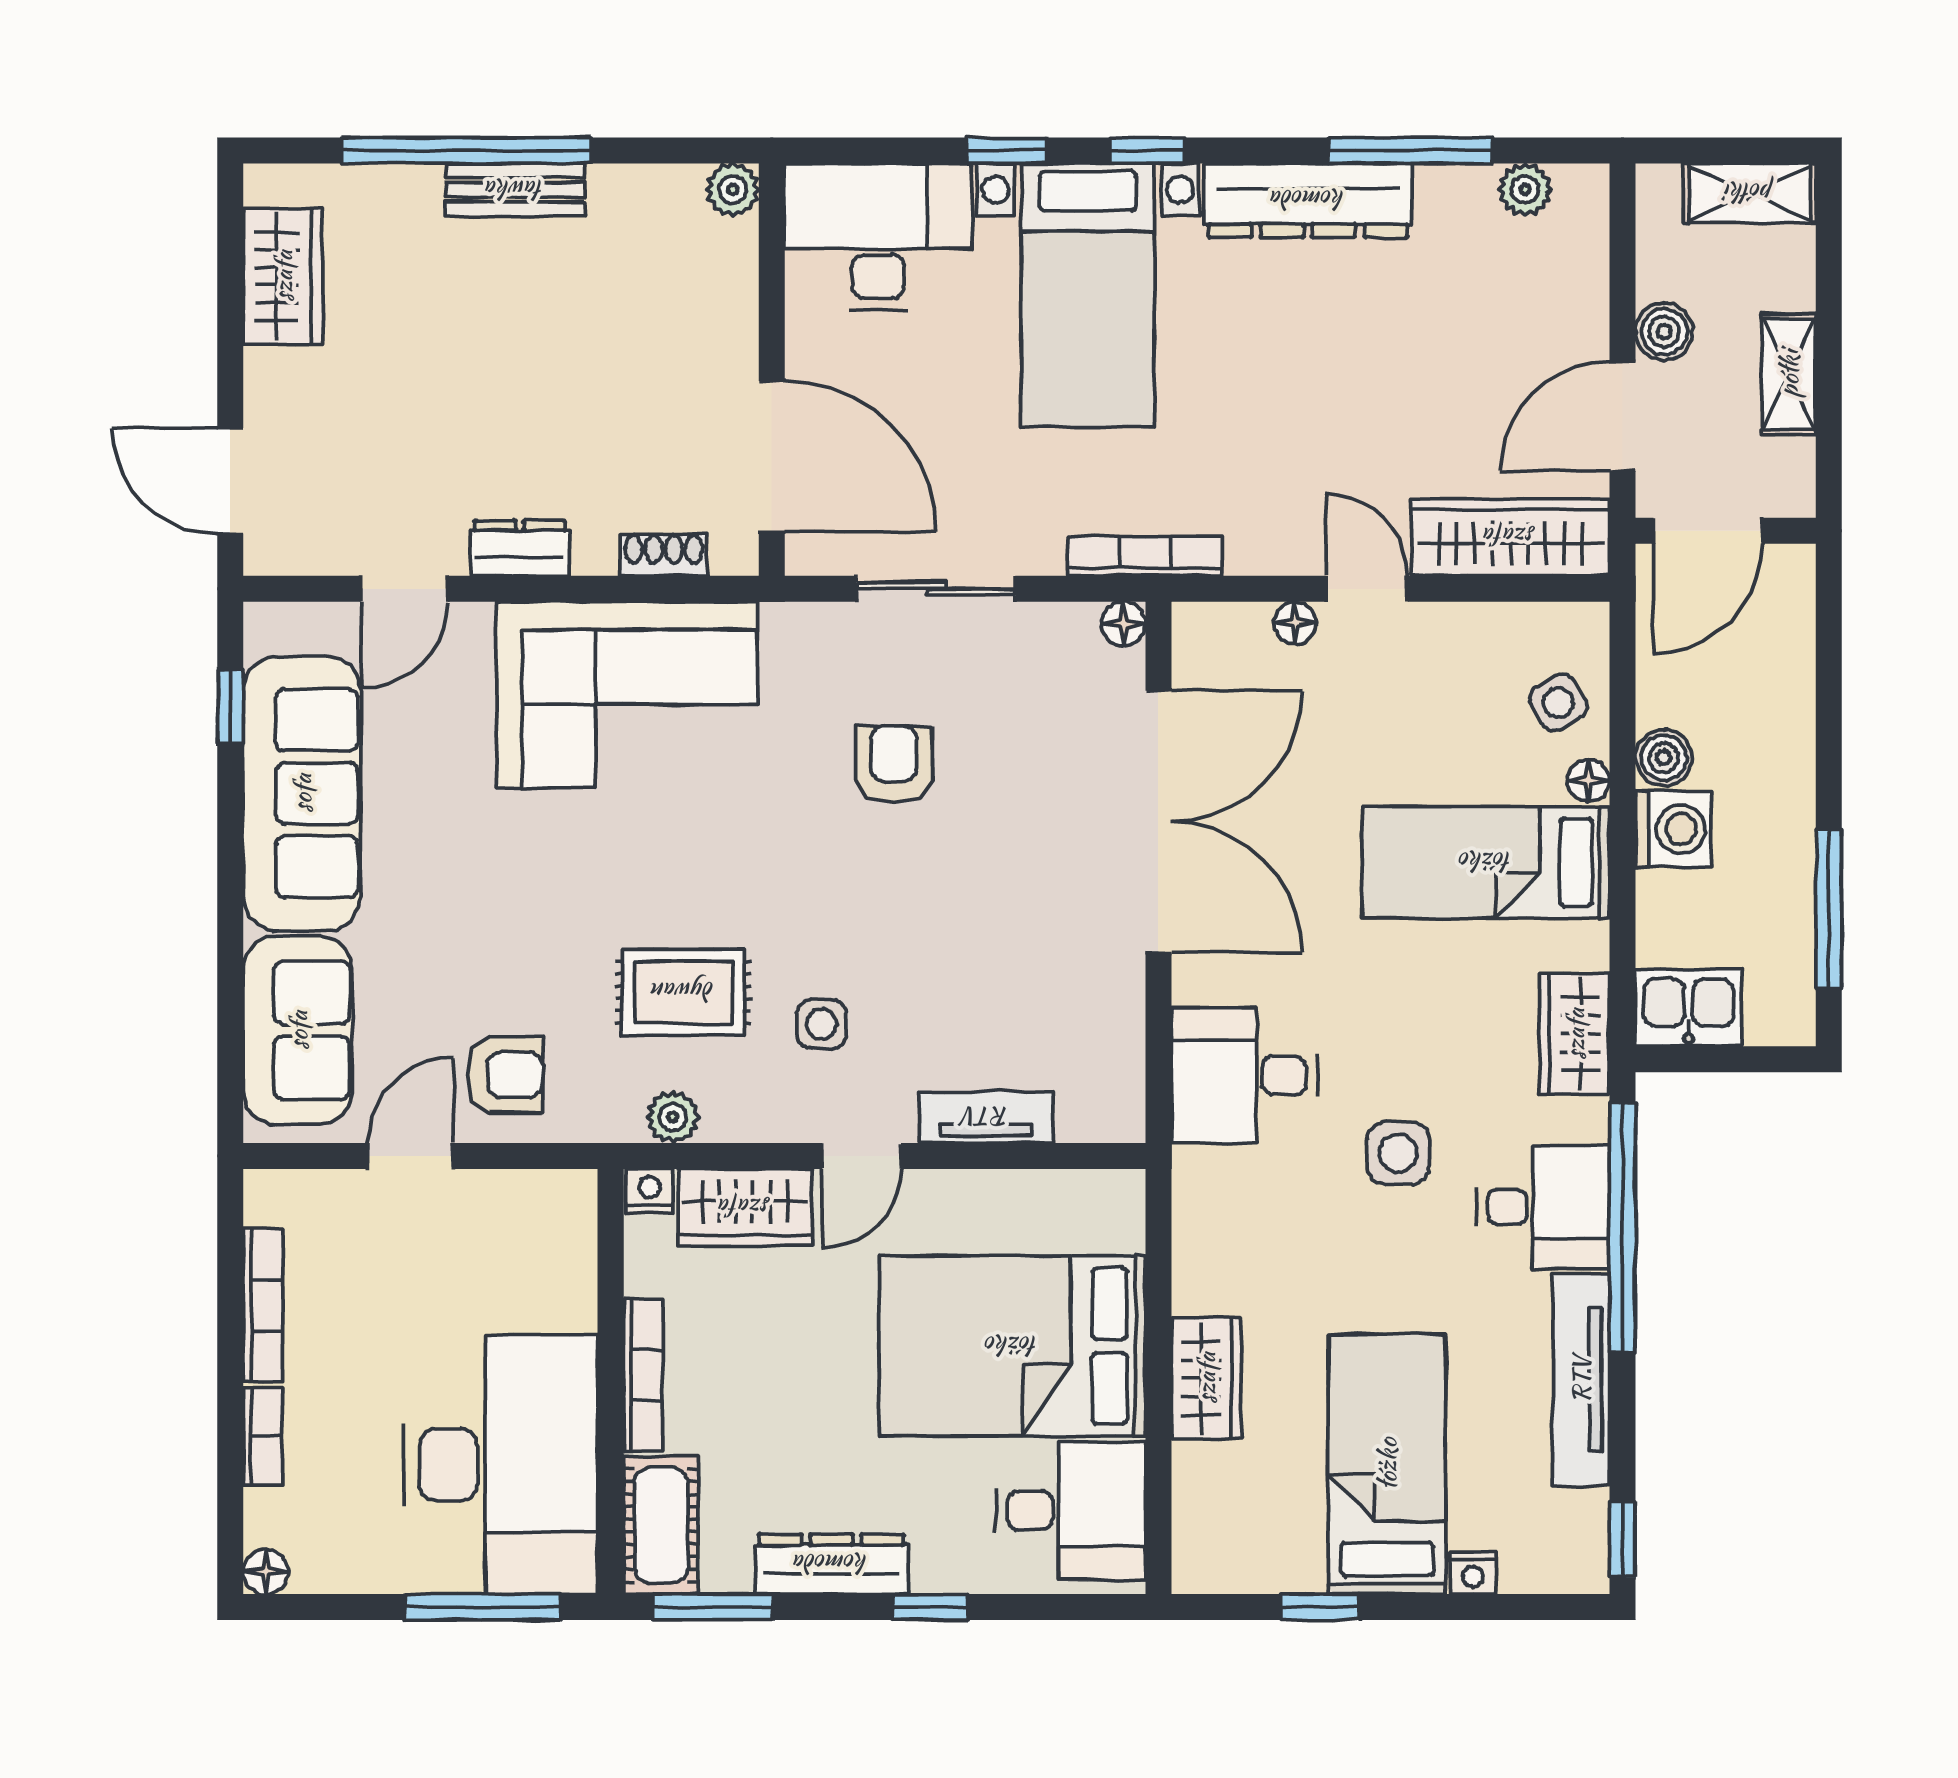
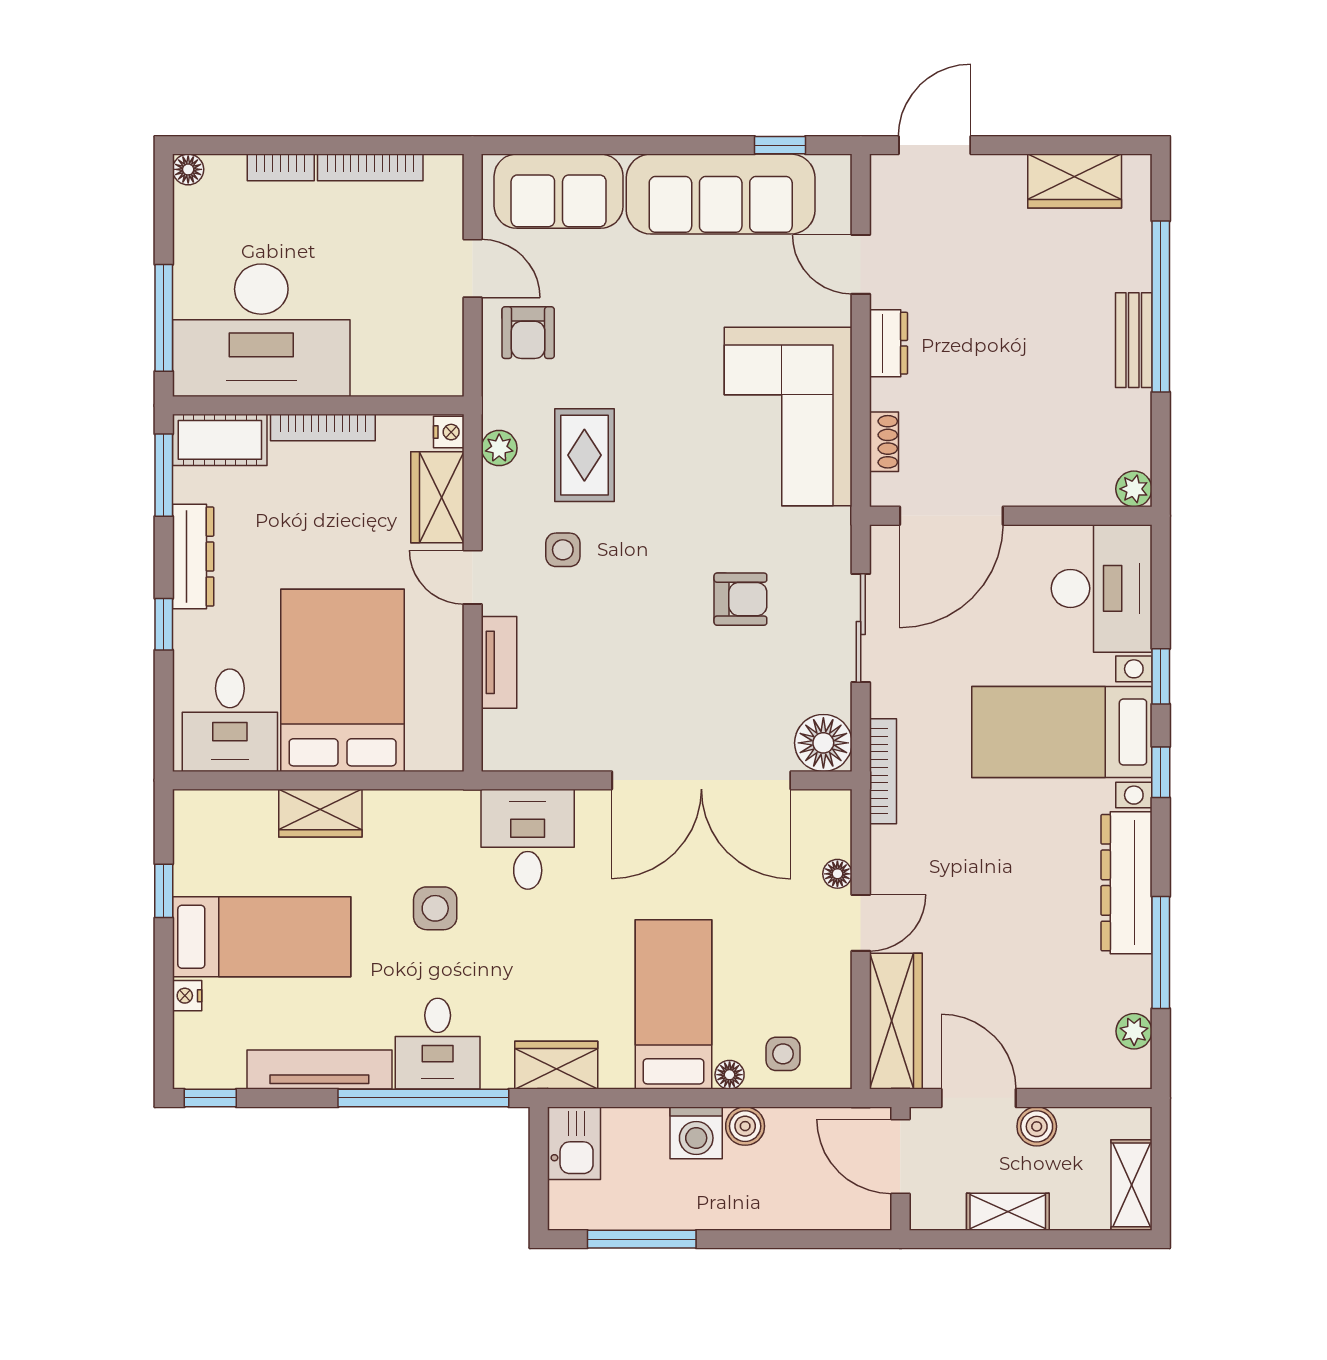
floor lamp: (1123, 624) -> (823, 743), width x1.89, depth x1.89
side table: (1558, 702) -> (783, 1054), turned 30
side table: (1398, 1153) -> (435, 908), moved

